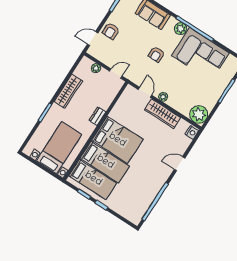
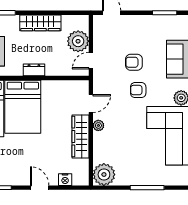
armchair: (111, 31) -> (134, 62), moved
plant: (96, 68) -> (78, 41), width x1.87, depth x1.87
door: (116, 74) -> (91, 61), swing flipped
nightstand: (192, 132) -> (65, 180), moved

